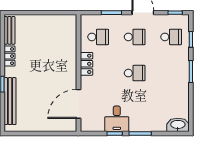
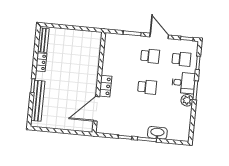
school desk: (98, 37) -> (119, 53), removed
locker: (86, 64) -> (105, 86), moved
plant: (182, 84) -> (187, 100), added
desk: (117, 119) -> (183, 83), moved, turned -90
washbasin: (178, 125) -> (157, 133), moved

